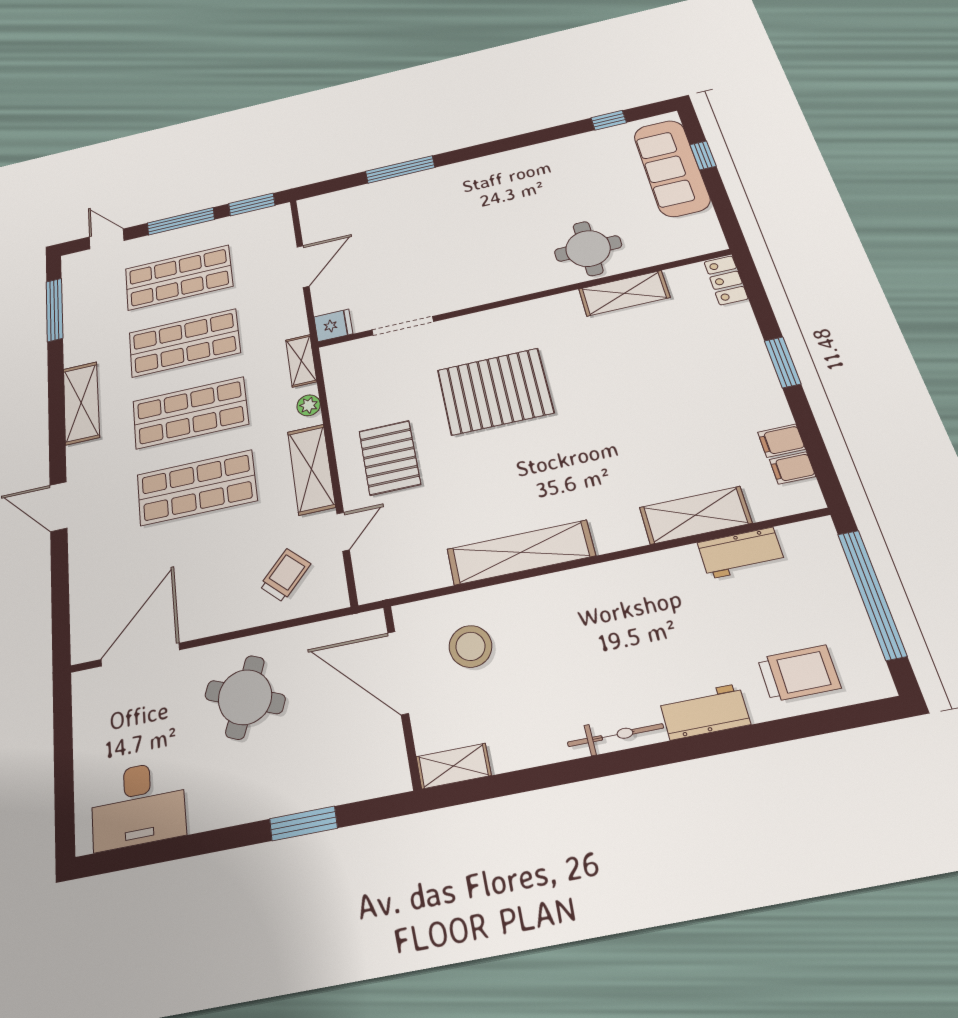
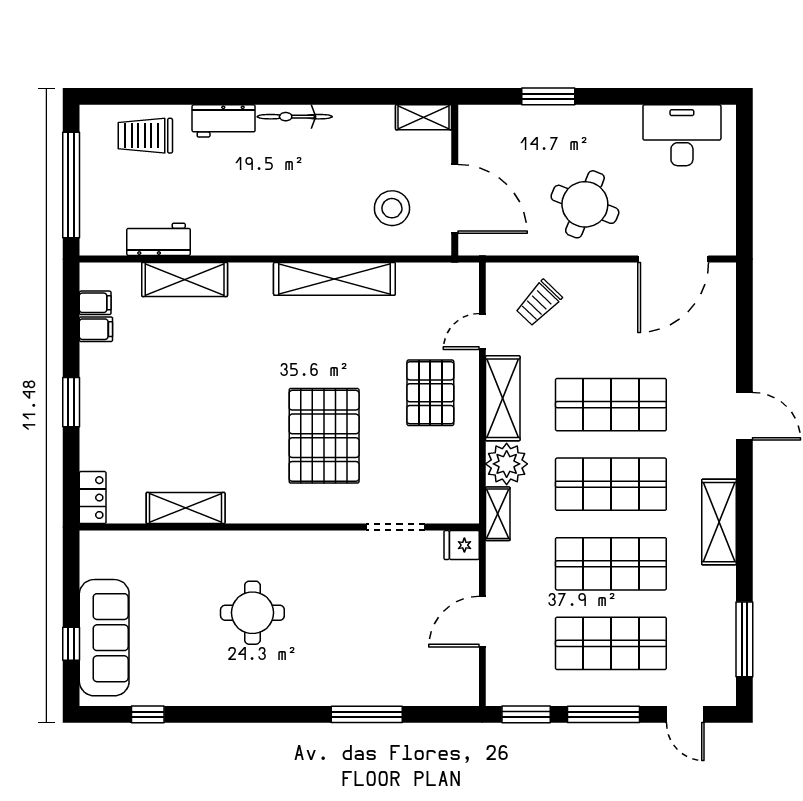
round table: (588, 248) -> (252, 613), moved
pallet: (495, 391) -> (324, 436), turned 90
plant: (309, 405) -> (507, 464), width x1.88, depth x1.88

